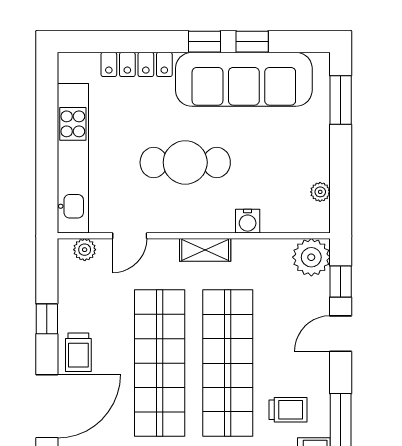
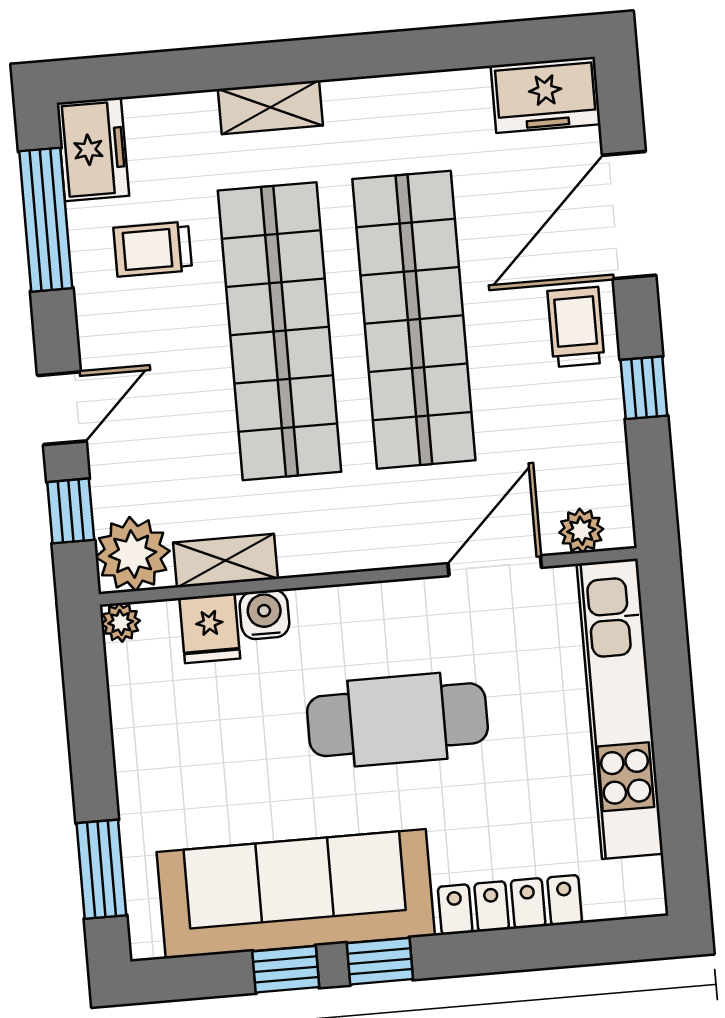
plant: (320, 192) -> (121, 622), moved
fridge: (276, 217) -> (210, 628), added
door: (130, 236) -> (495, 566), width x1.38
shelving: (205, 250) -> (226, 561), moved

